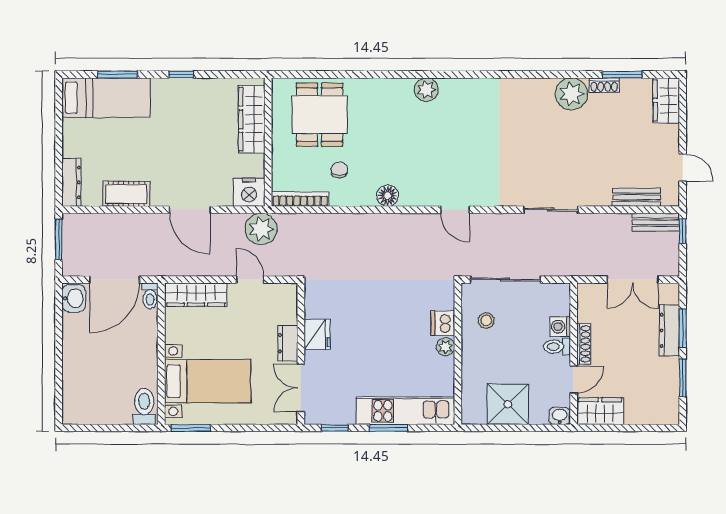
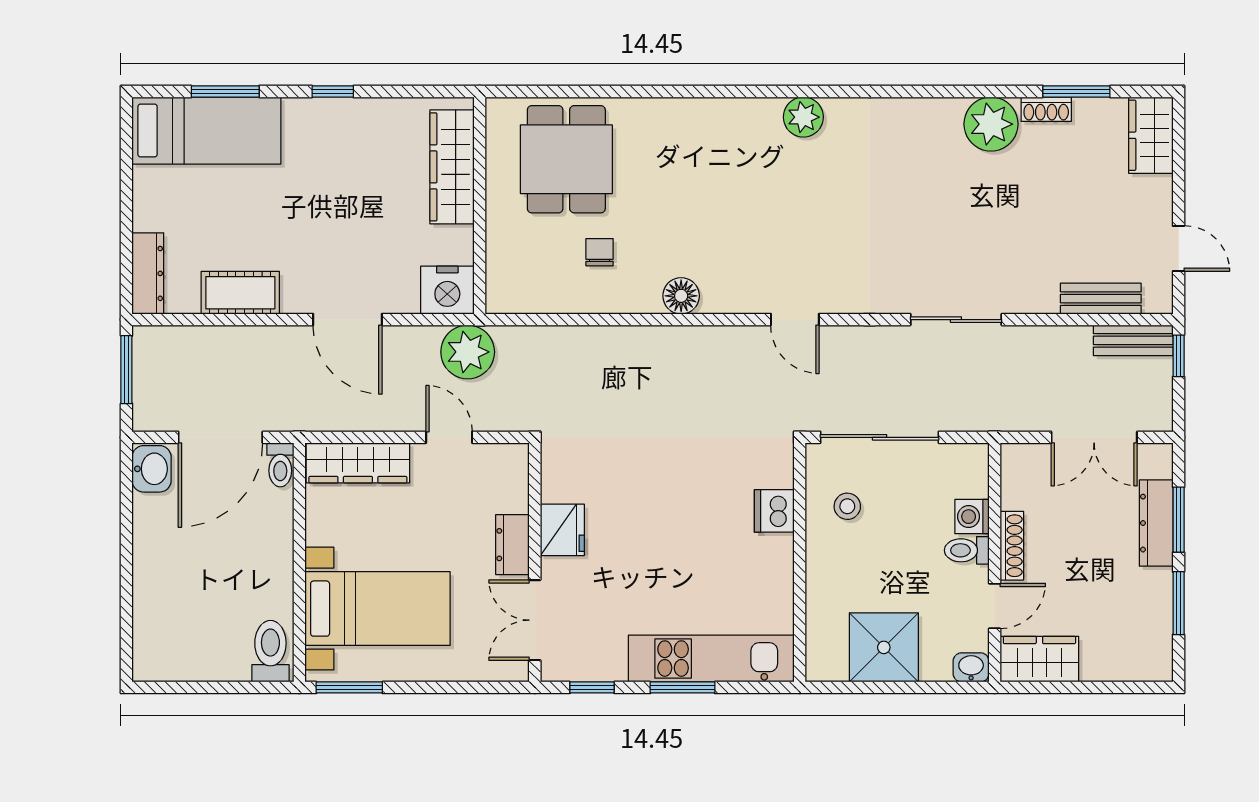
plant: (426, 90) -> (803, 117), moved
bookcase: (300, 199) -> (534, 302), removed
plant: (446, 347) -> (779, 550), removed

